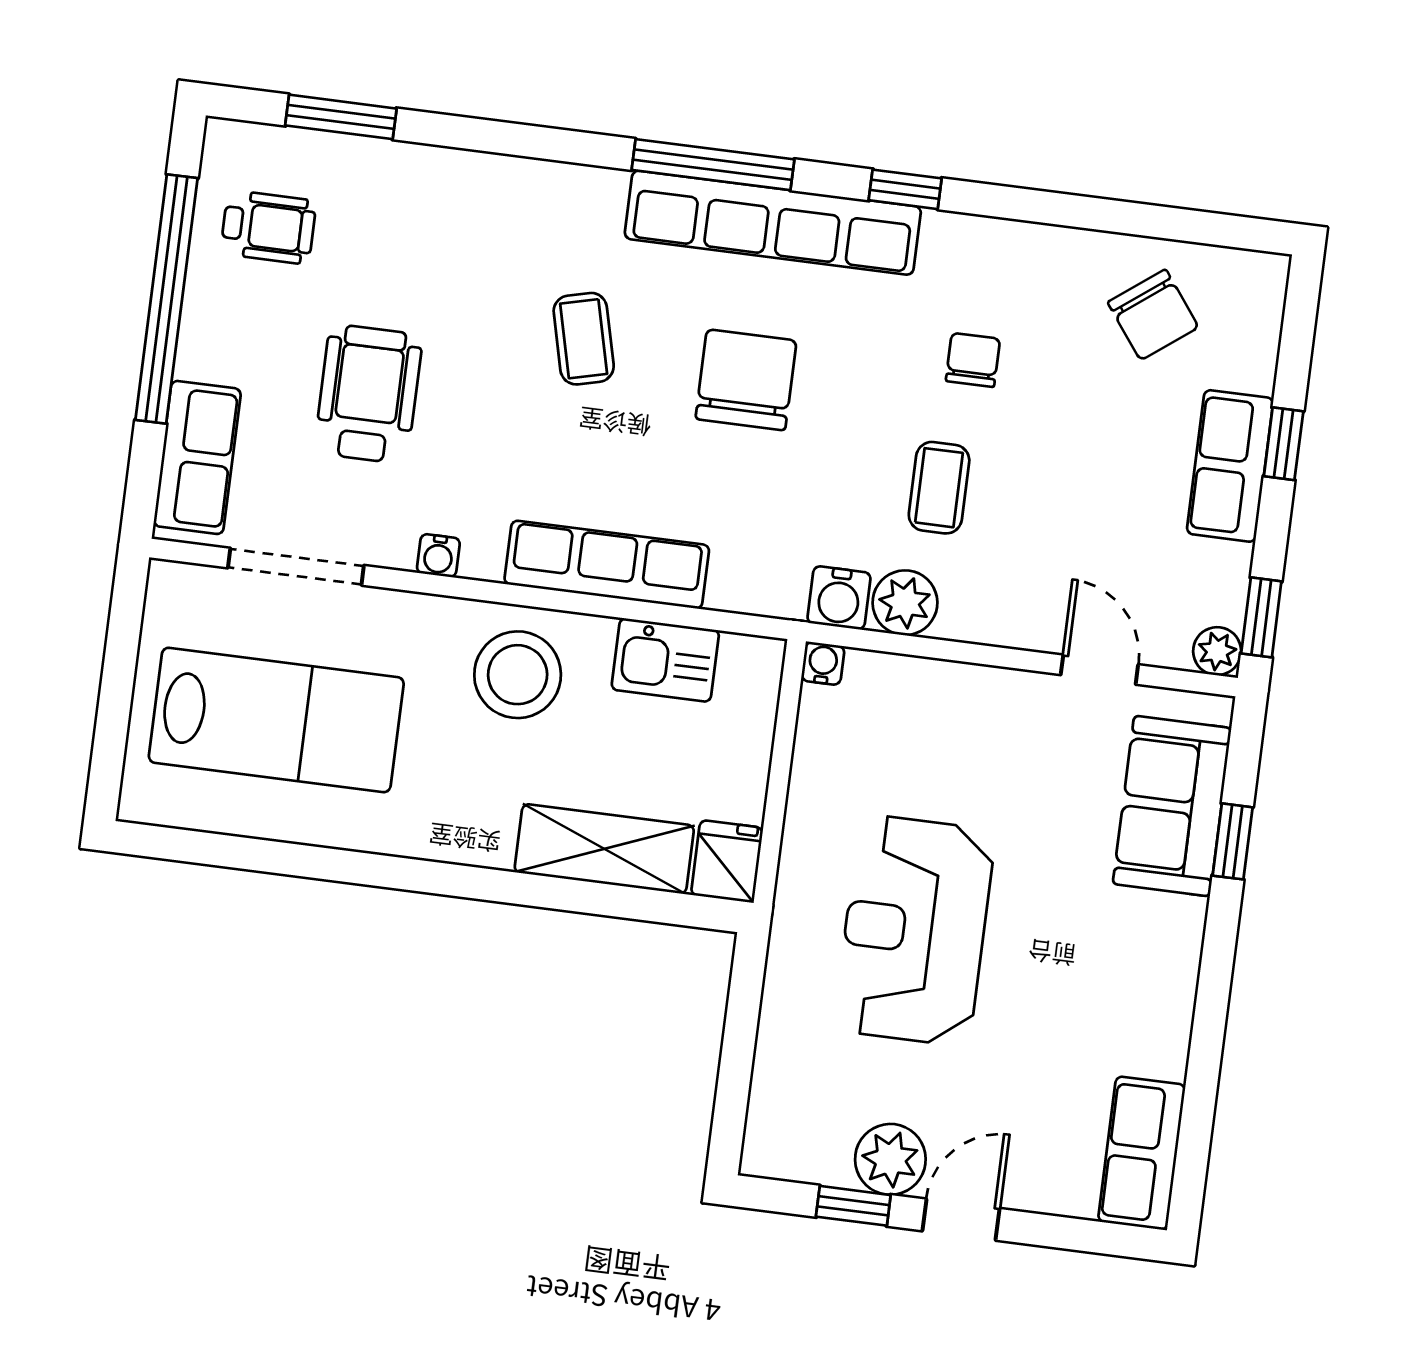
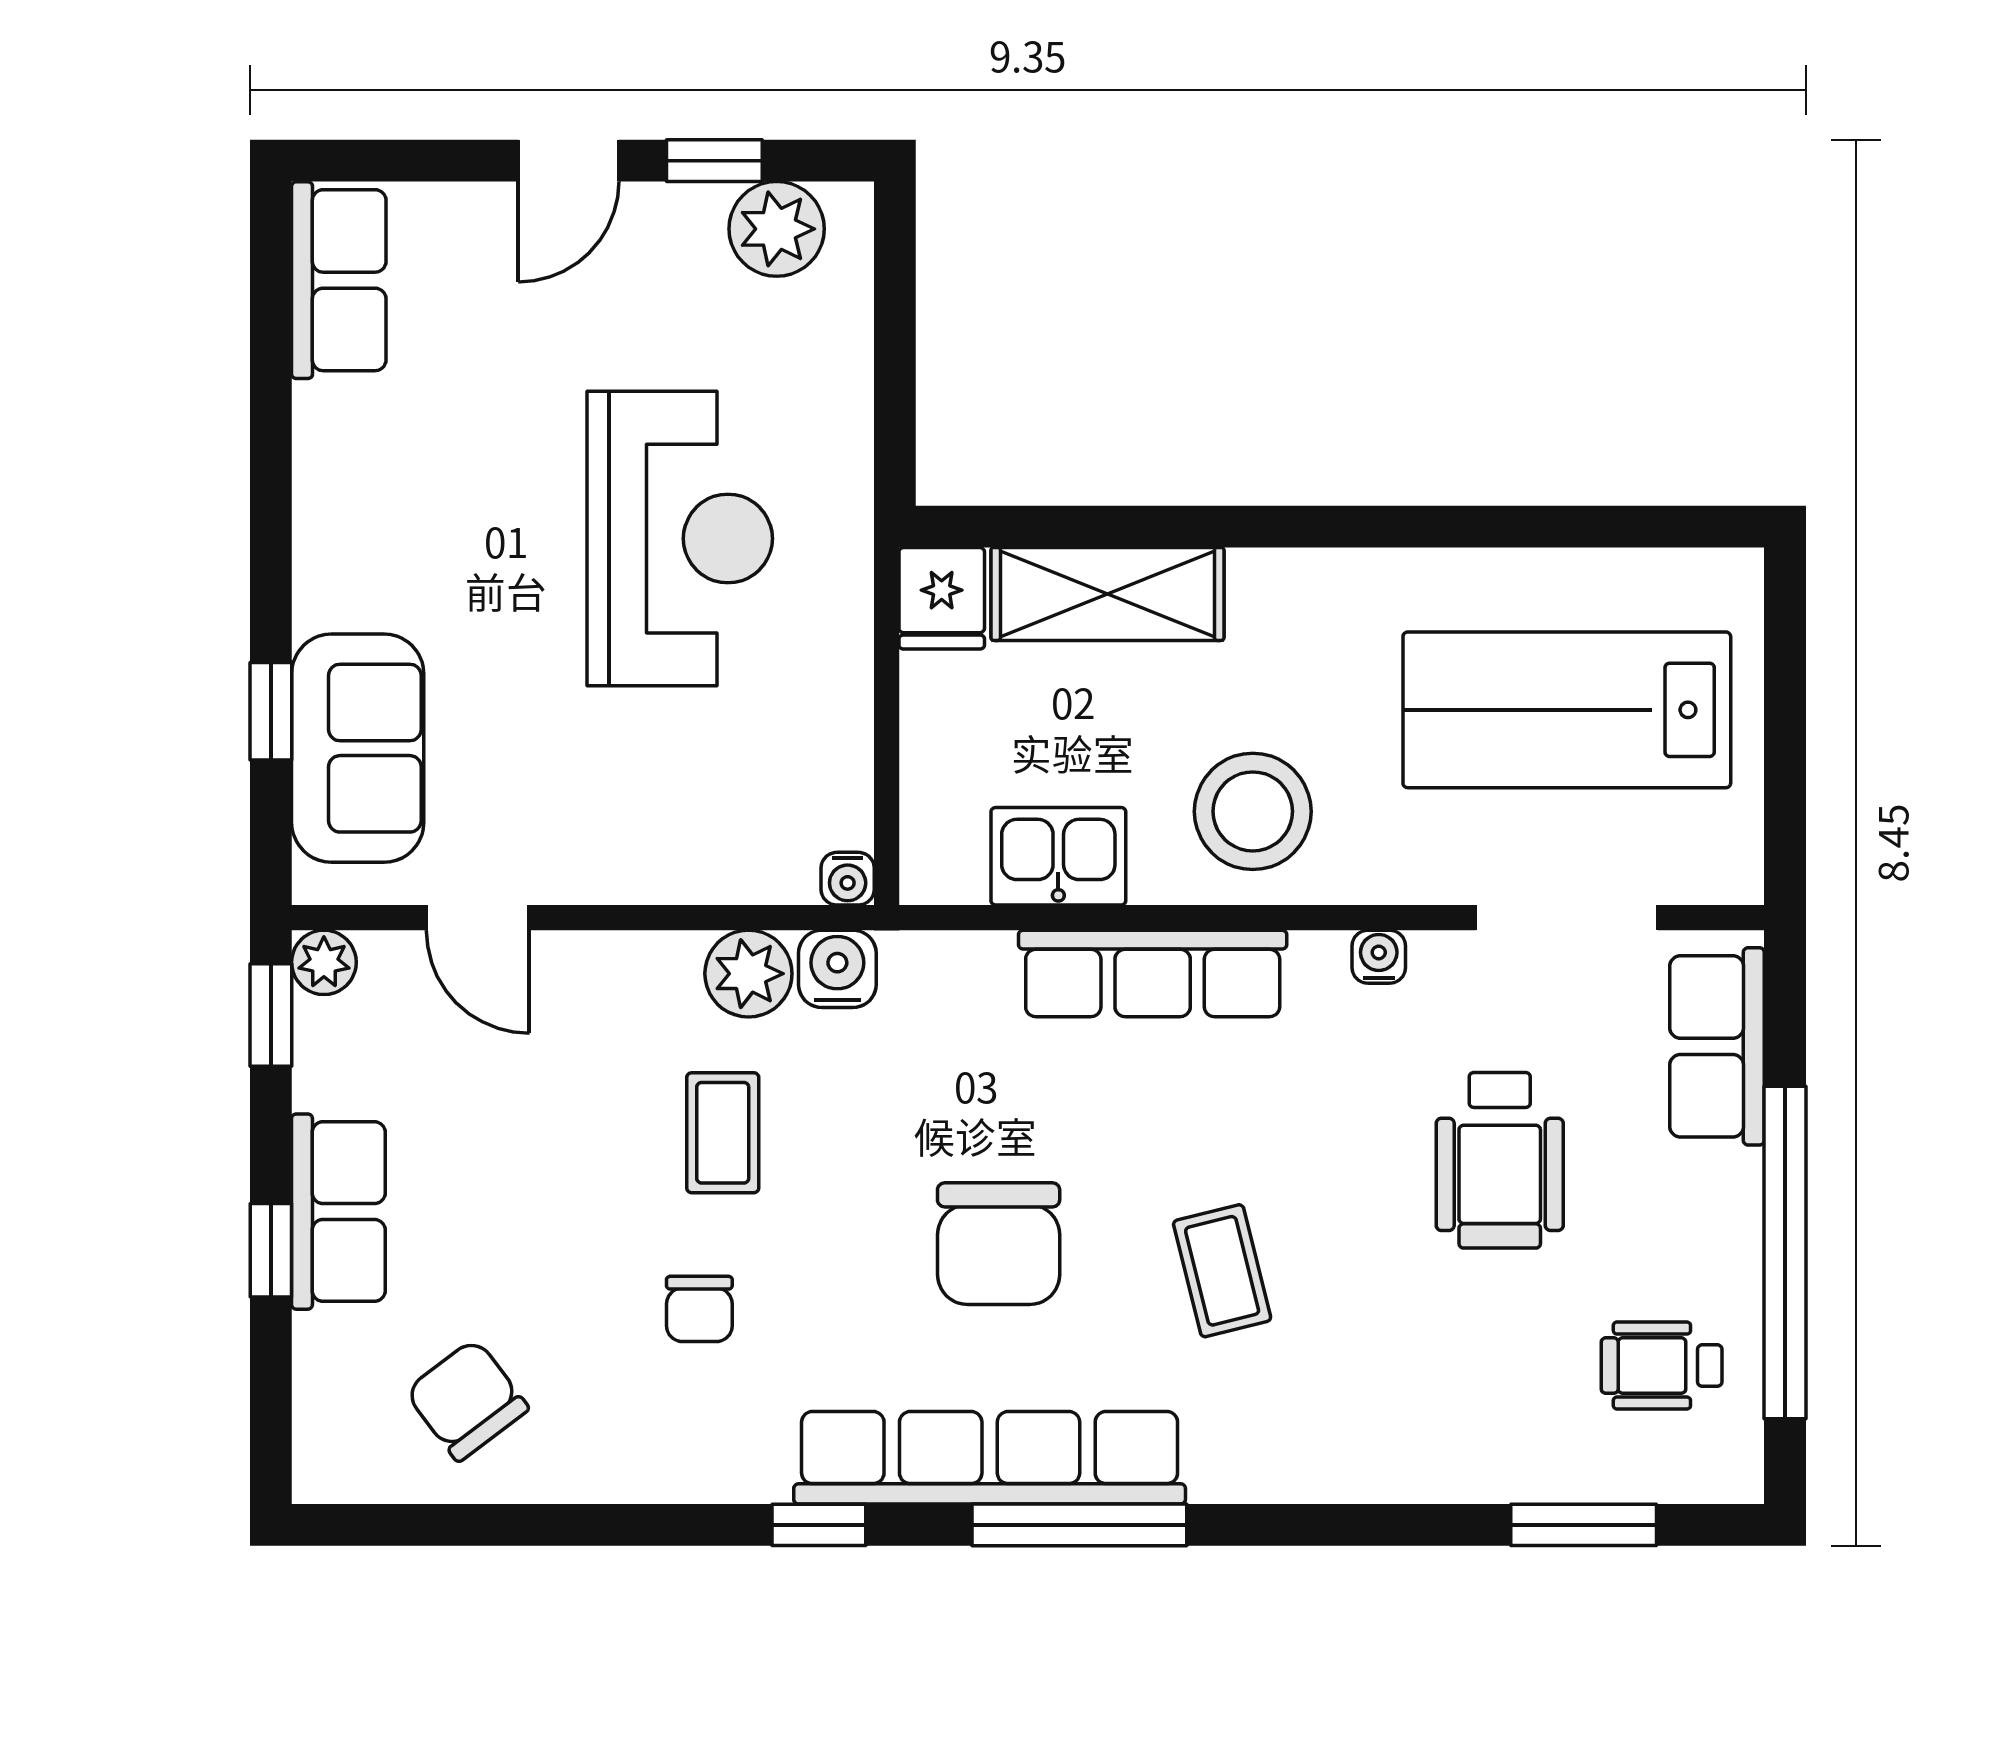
plant: (890, 1159) -> (777, 229), moved

